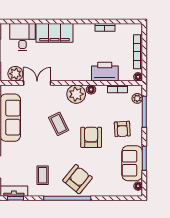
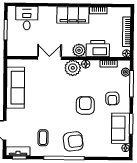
filing cabinet: (55, 33) -> (73, 15), moved
plant: (15, 74) -> (79, 50), moved
double door: (37, 83) -> (49, 58), moved
coffee table: (59, 124) -> (57, 93), removed
armchair: (78, 179) -> (73, 141), turned 43

